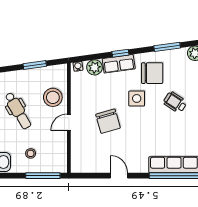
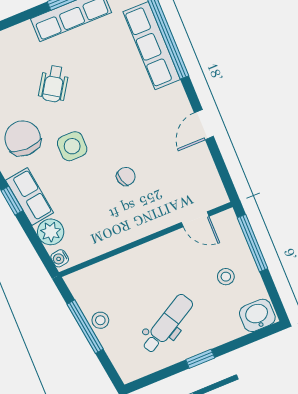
window: (35, 65) -> (85, 327), width x1.44
stool: (53, 97) -> (100, 320), moved, width x0.53, depth x0.53
chair: (108, 121) -> (126, 176), width x0.54, depth x0.54
door: (69, 122) -> (195, 219), moved

